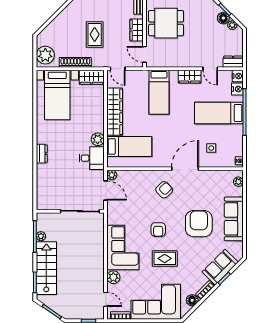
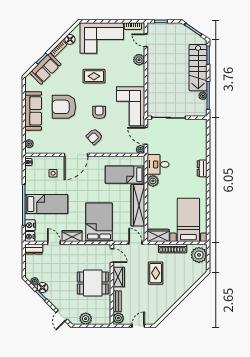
bed: (159, 92) -> (99, 222), width x1.50
armchair: (199, 224) -> (64, 107), turned 90
armchair: (158, 230) -> (99, 112), moved
corner sofa: (123, 247) -> (131, 106), moved

